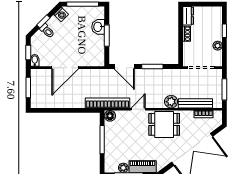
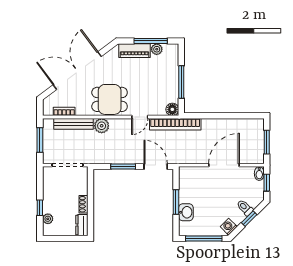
plant: (218, 46) -> (48, 219), moved

